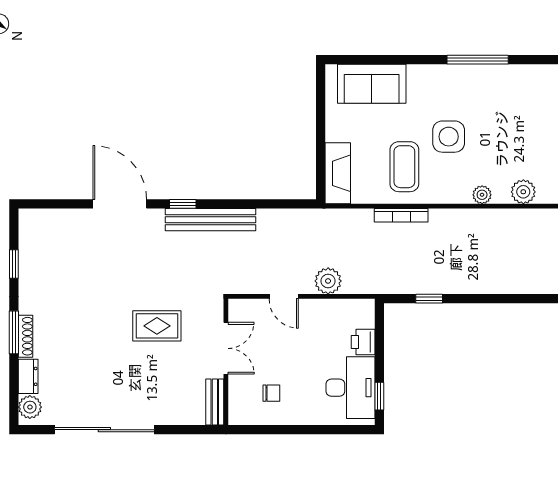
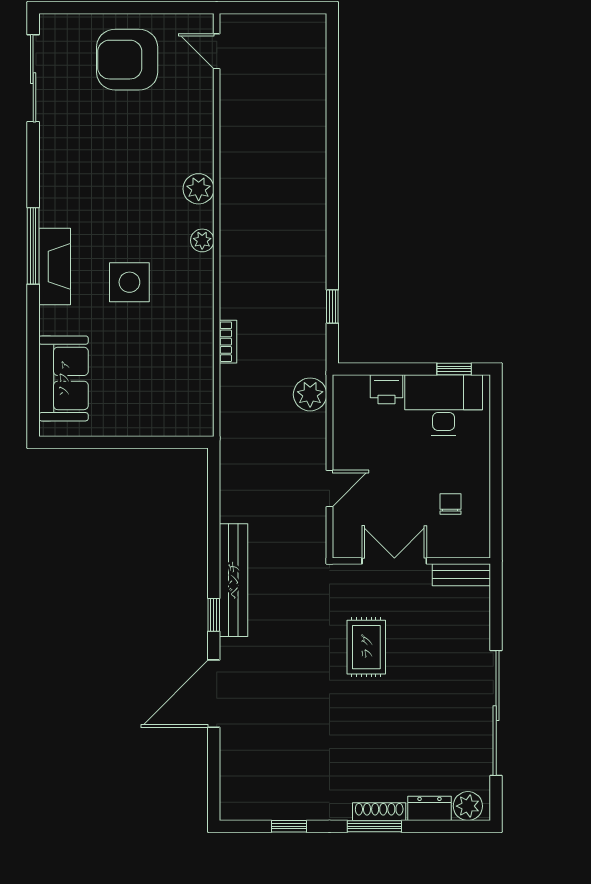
coffee table: (404, 167) -> (167, 338), removed
fireplace: (338, 173) -> (55, 266), moved, turned 90
bookcase: (401, 215) -> (228, 342), width x0.64
plant: (328, 281) -> (310, 394), moved

